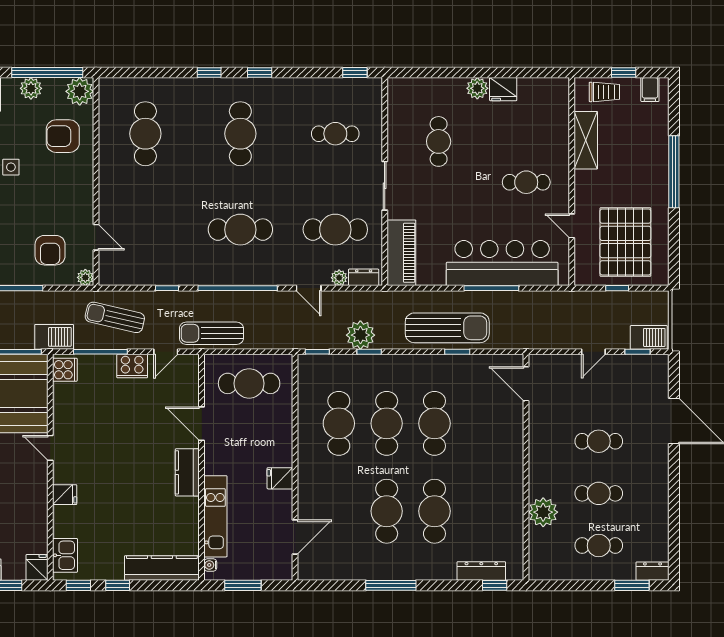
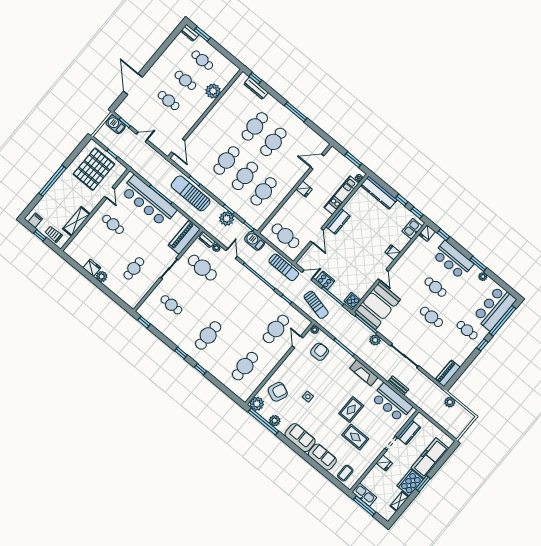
armchair: (63, 136) -> (278, 392), turned -67
cafe table: (240, 230) -> (276, 329), moved, turned 90
barbecue: (54, 337) -> (255, 241), moved

